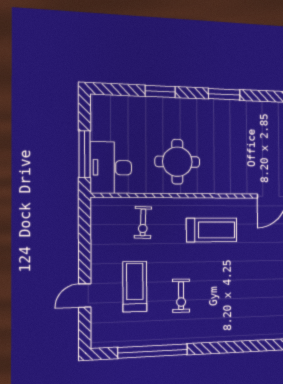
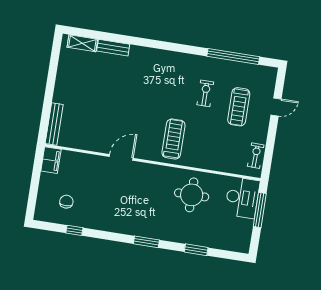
exercise bike: (143, 222) -> (256, 156), moved
treadmill: (212, 230) -> (173, 139), turned 90

